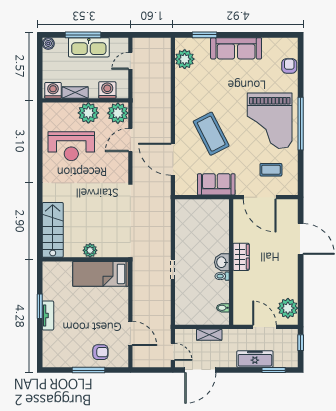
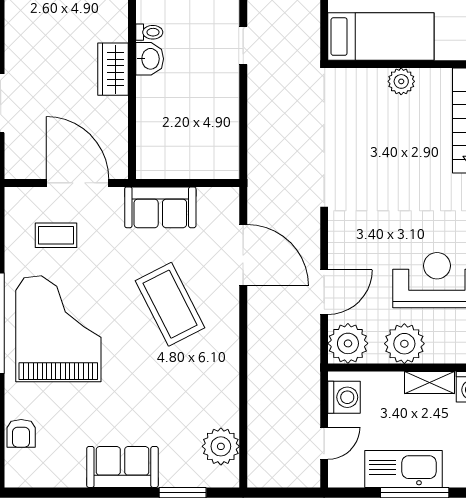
sofa: (236, 48) -> (122, 467), width x0.73
washing machine: (107, 90) -> (344, 397), moved, turned -90

